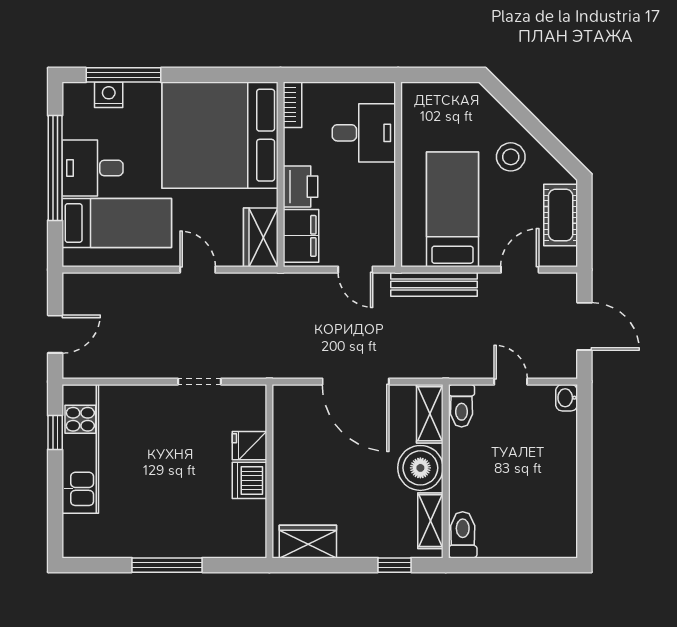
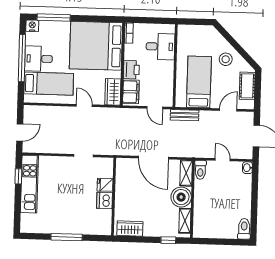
nightstand: (109, 95) -> (32, 26), moved
bench: (434, 284) -> (185, 115), width x0.73
toilet: (463, 535) -> (244, 229), moved

